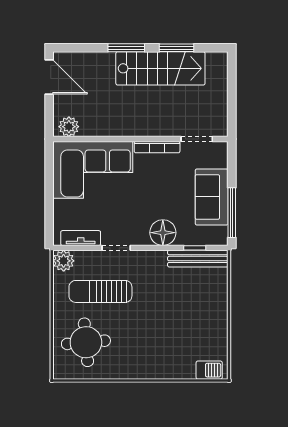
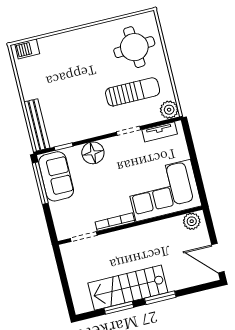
sofa: (212, 197) -> (56, 176), moved
bench: (198, 259) -> (37, 125), moved, turned 90

